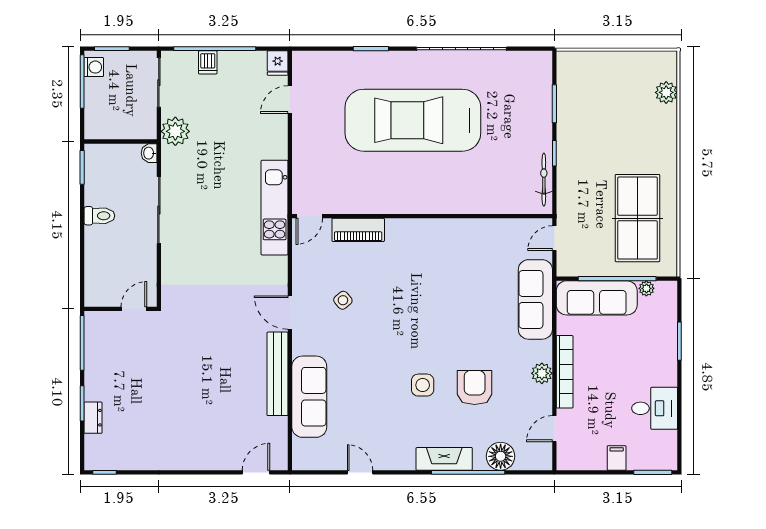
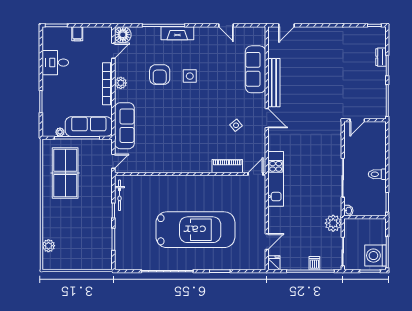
washing machine: (94, 67) -> (376, 256), width x1.89, depth x1.89
floor lamp: (501, 456) -> (123, 35), moved

